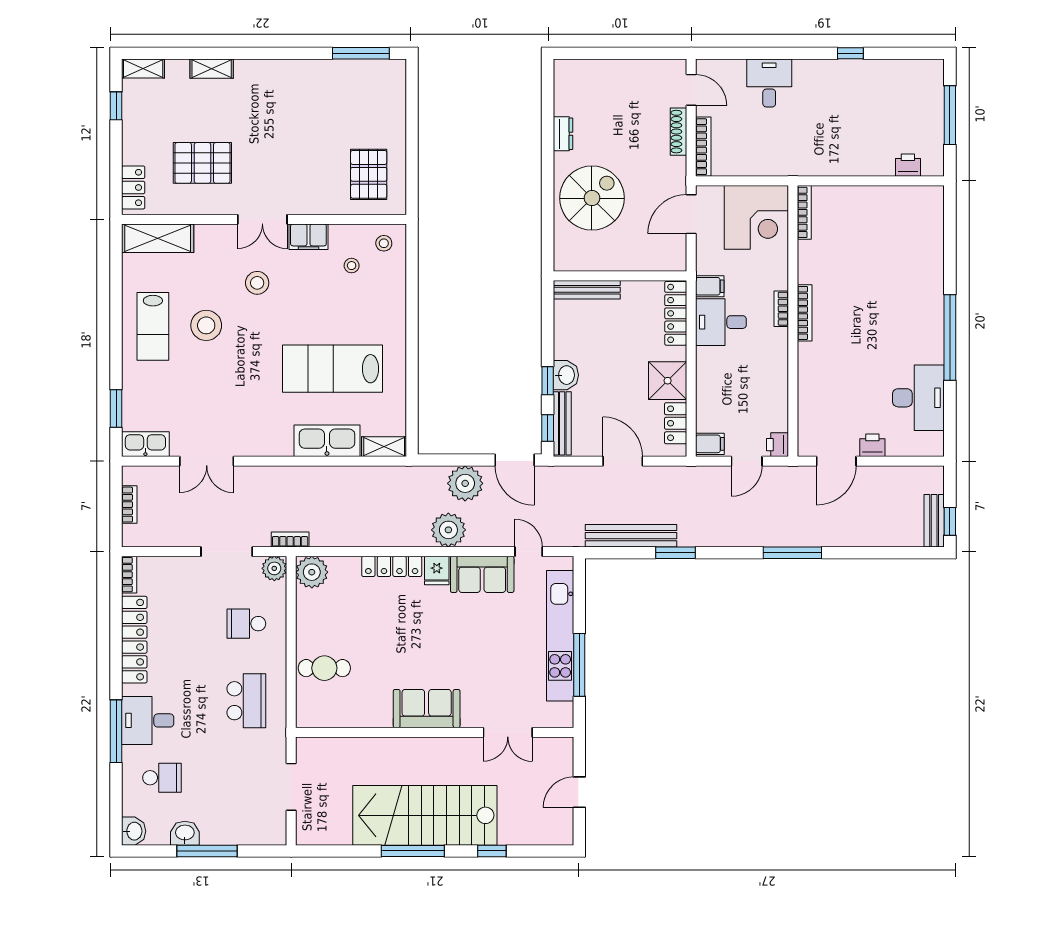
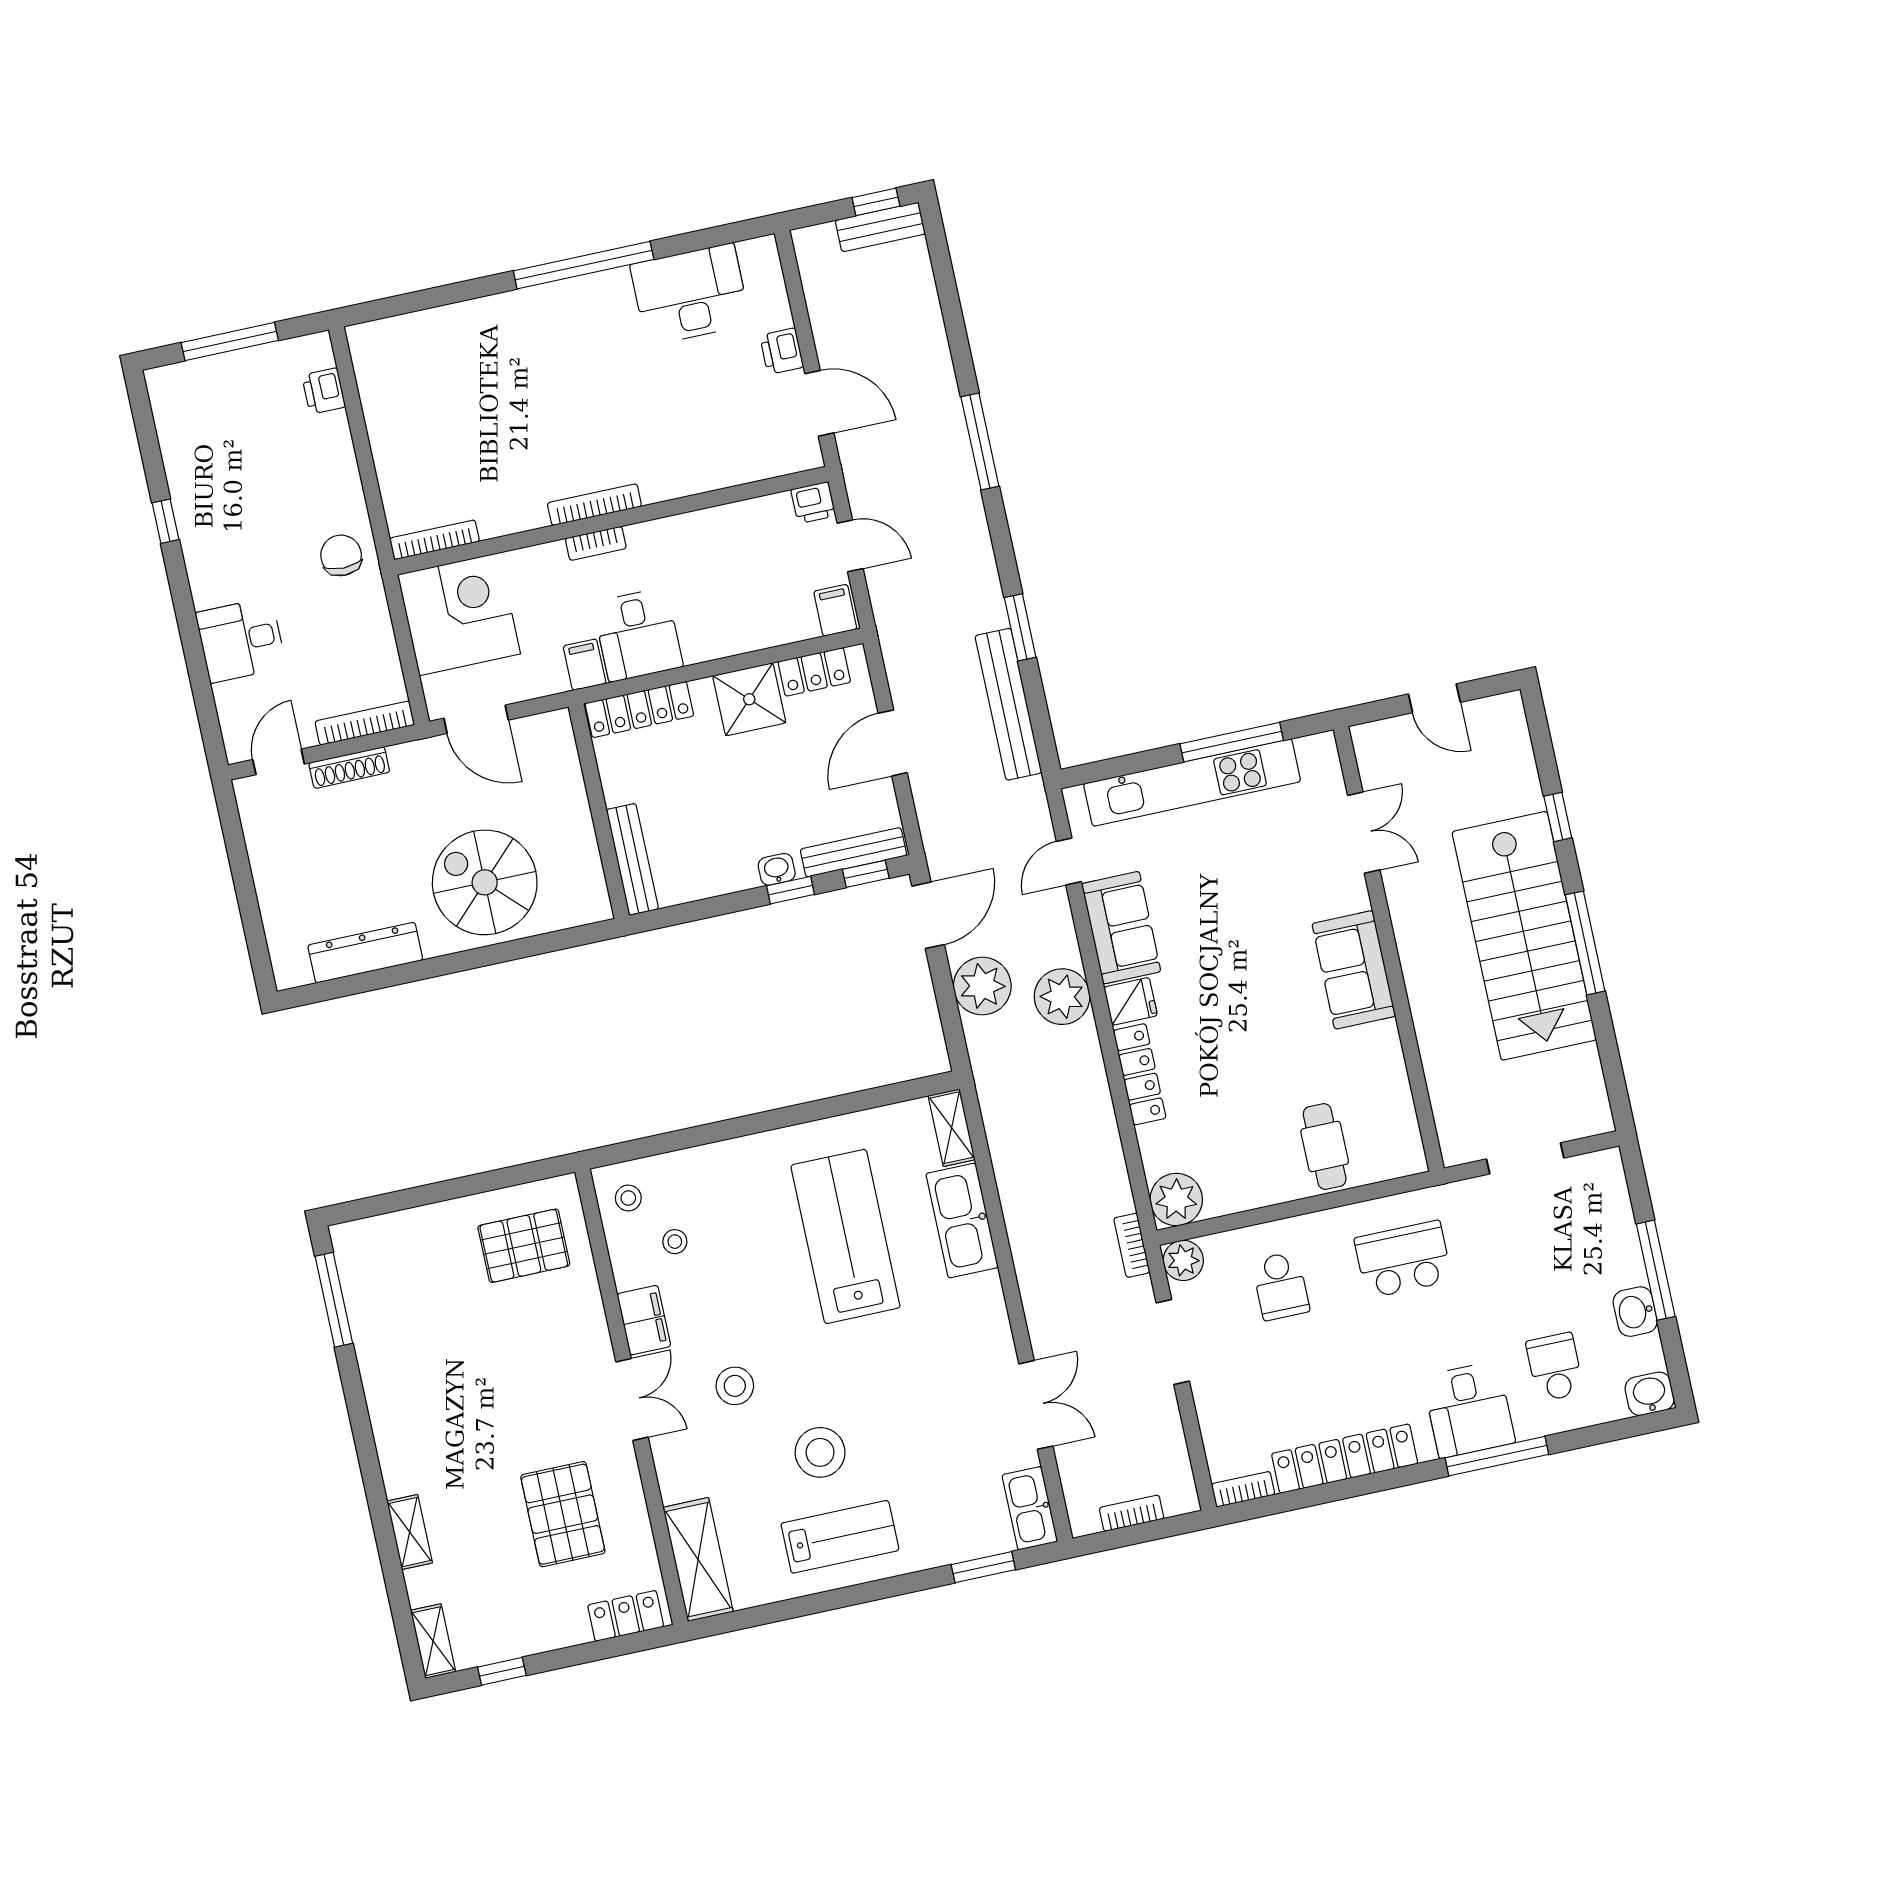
dresser: (563, 134) -> (365, 953), width x1.96, depth x1.24
chair: (807, 154) -> (341, 555), added
lab bench: (333, 369) -> (845, 1236), turned 180
washbasin: (566, 375) -> (777, 869), width x0.72, depth x0.69

